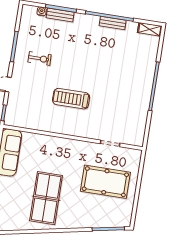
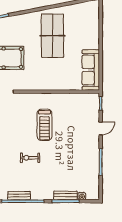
exercise bike: (40, 58) -> (30, 158), moved
treadmill: (71, 99) -> (45, 125), turned 90

